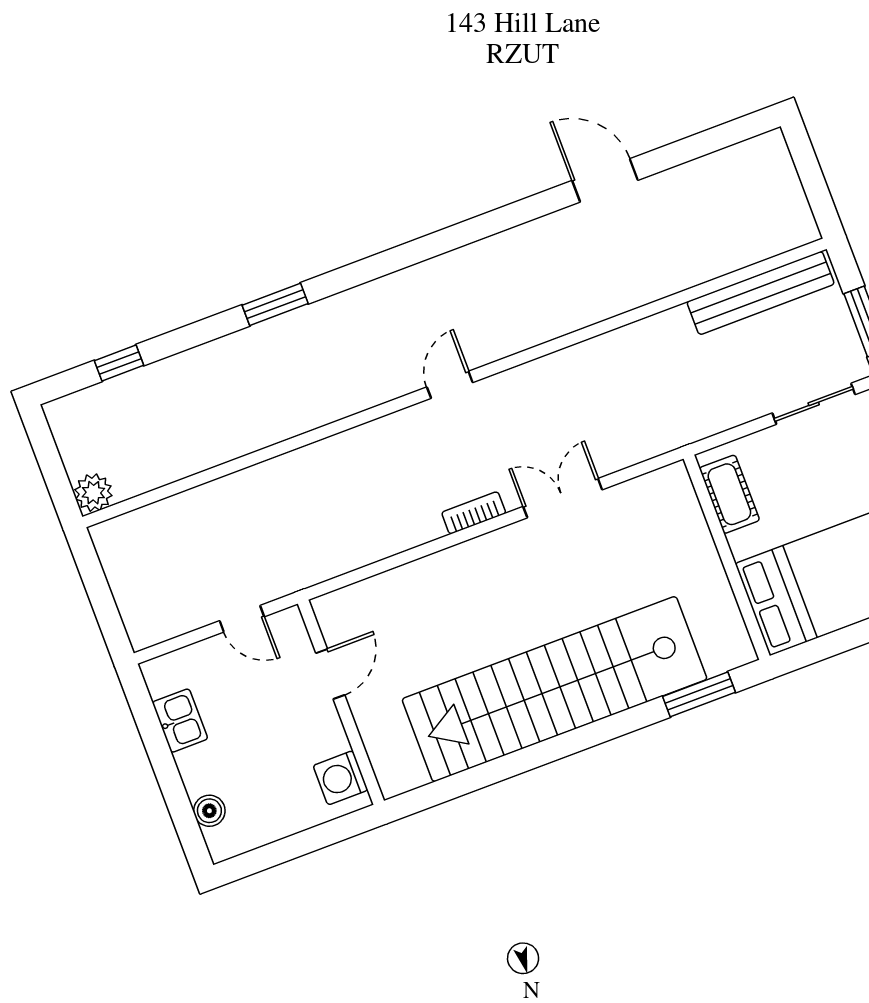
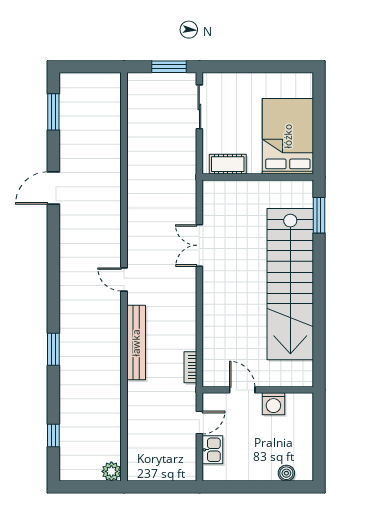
window: (705, 143) -> (53, 112), added
door: (605, 180) -> (53, 188), moved
bench: (761, 293) -> (136, 343), moved
bookcase: (474, 513) -> (190, 367), moved
kitchen sink: (180, 721) -> (212, 450), moved, turned 90
washing machine: (341, 778) -> (273, 404), moved

